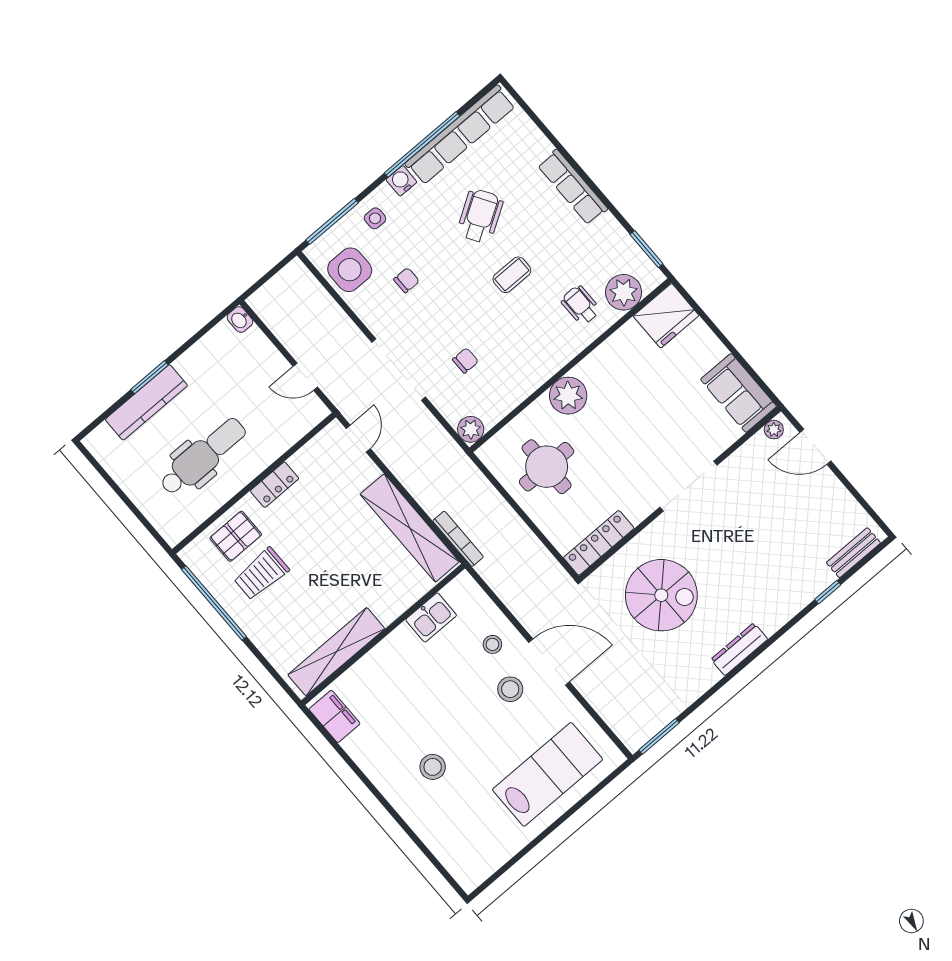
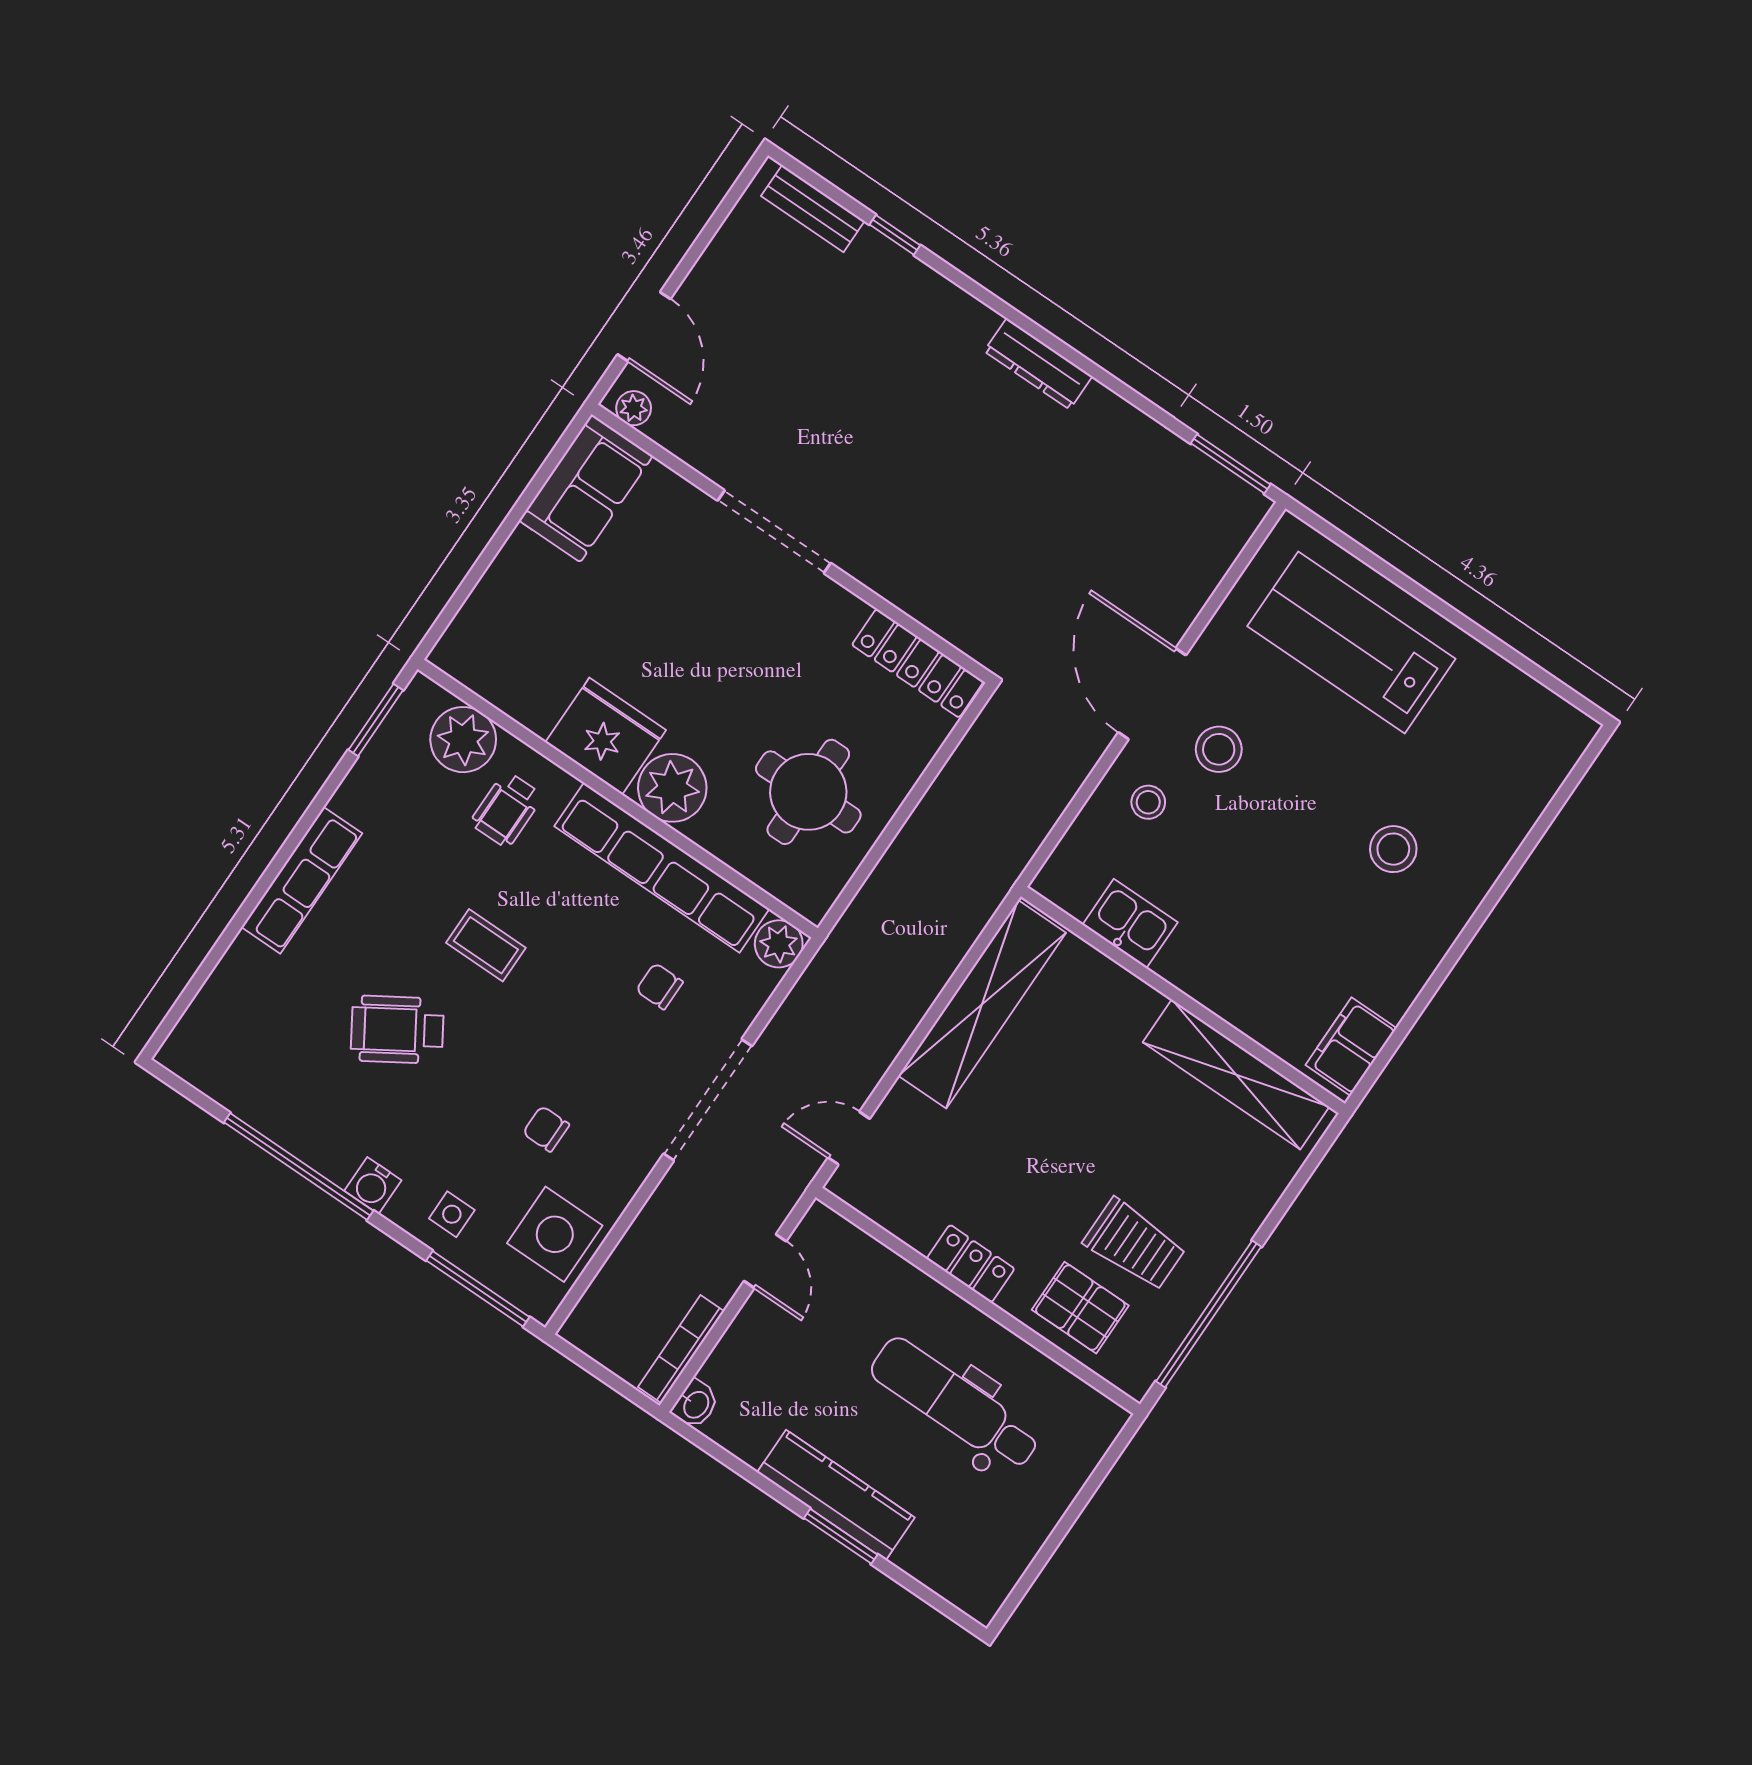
row of seats: (460, 135) -> (662, 868), moved, turned 180
fridge: (666, 316) -> (606, 736), moved
kitchen counter: (146, 402) -> (836, 1495), moved
bookcase: (458, 539) -> (681, 1349), moved
spiral stairs: (661, 595) -> (980, 528), removed

